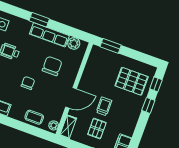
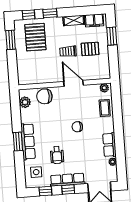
row of seats: (49, 35) -> (28, 142), moved
window: (111, 46) -> (11, 40), moved
chair: (52, 66) -> (44, 96), moved
shelving: (68, 127) -> (74, 20), moved

